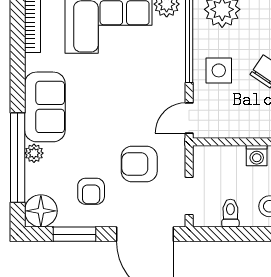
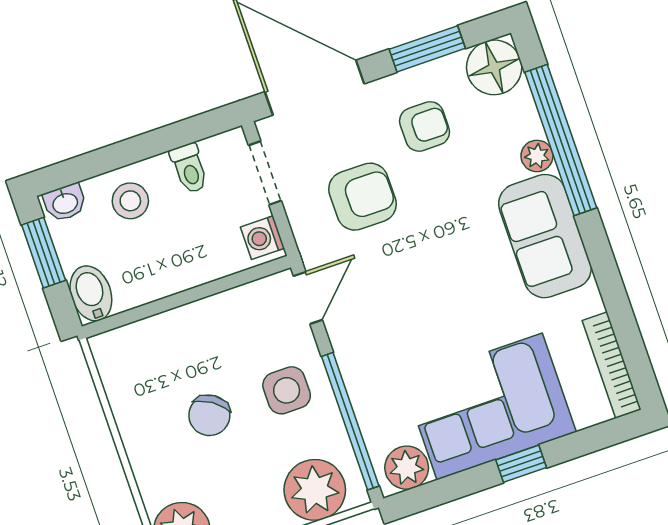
washing machine: (257, 156) -> (262, 238), moved, turned -90
armchair: (91, 191) -> (425, 126), turned 90

